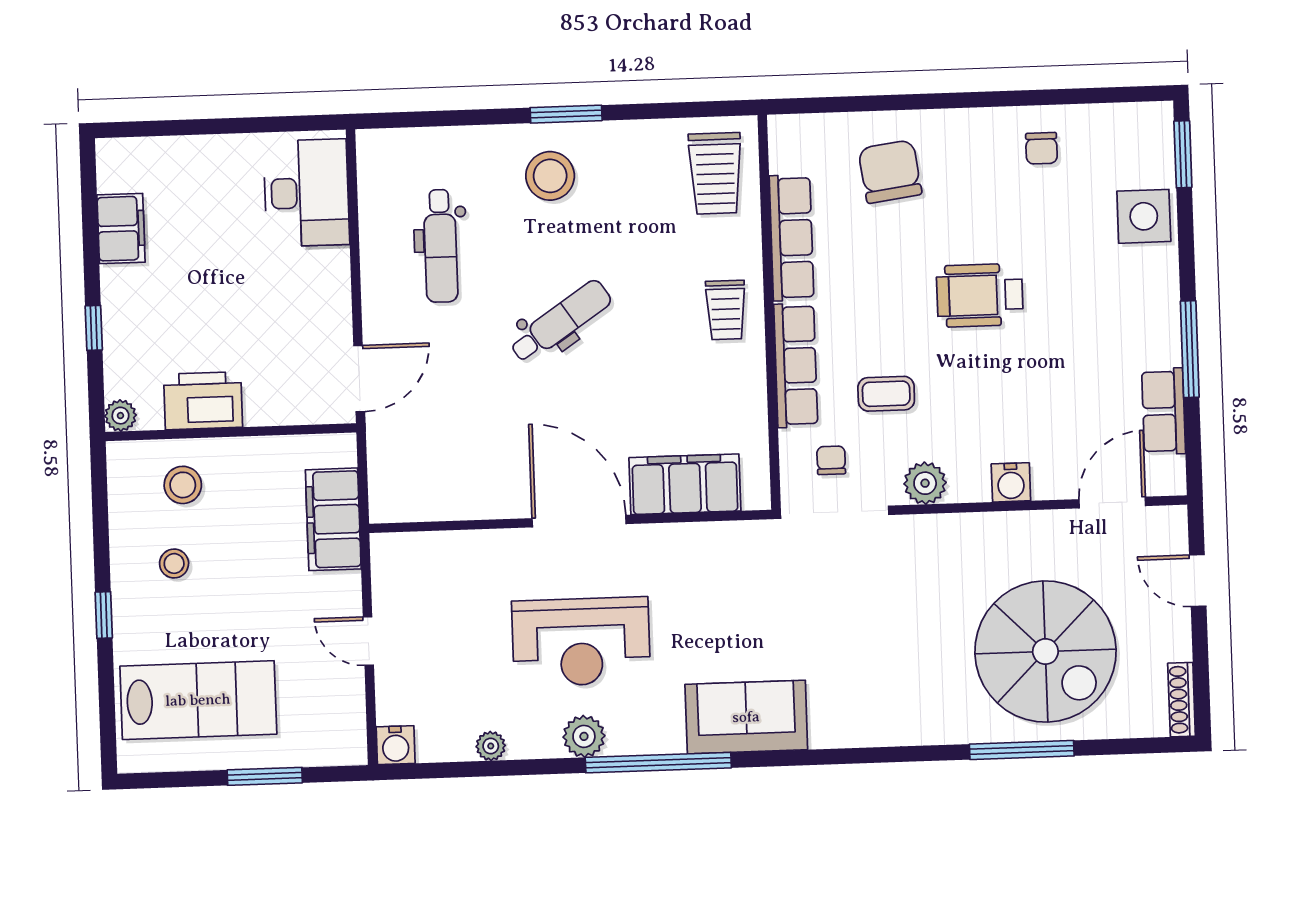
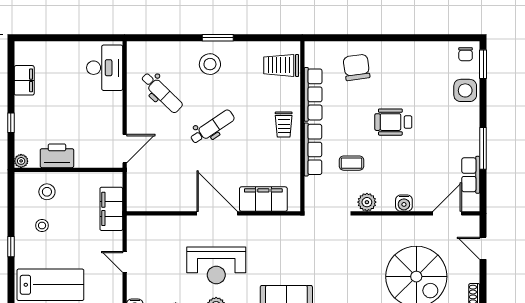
chair: (1041, 148) -> (466, 54), moved
trolley: (715, 173) -> (281, 65), turned 90
dental chair: (441, 246) -> (162, 93), turned -46
chair: (831, 460) -> (327, 191), removed

